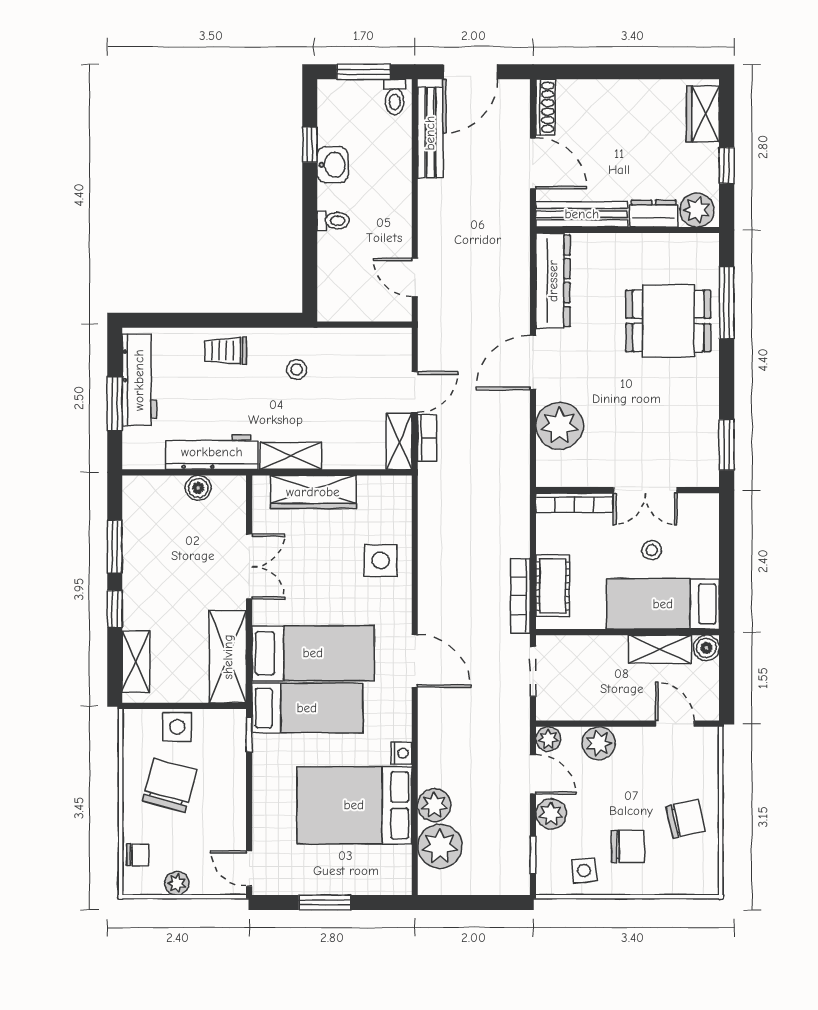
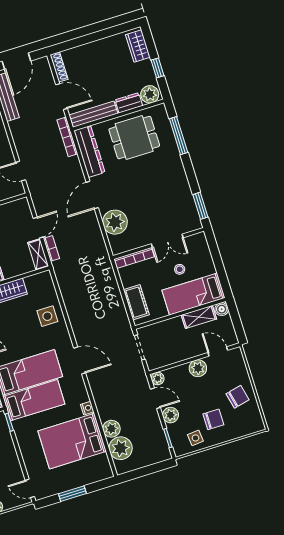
dining table: (668, 321) -> (134, 138), moved
bookcase: (520, 596) -> (67, 137), moved
plant: (599, 743) -> (198, 368), moved

